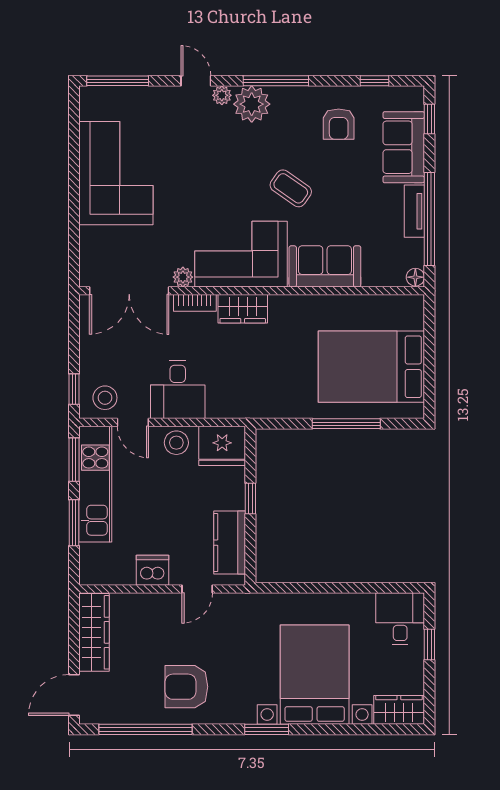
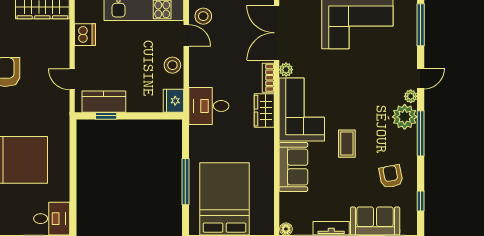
armchair: (339, 124) -> (391, 176), turned 79
coffee table: (291, 188) -> (347, 144), turned -35
desk: (178, 390) -> (209, 106), moved
door: (133, 422) -> (186, 35), swing flipped
fridge: (222, 446) -> (174, 101), width x0.73, depth x0.75
window: (250, 499) -> (106, 116), moved
dishwasher: (153, 570) -> (85, 35), moved

